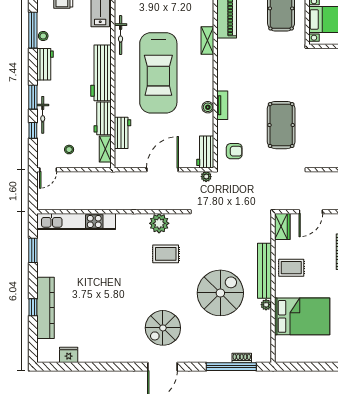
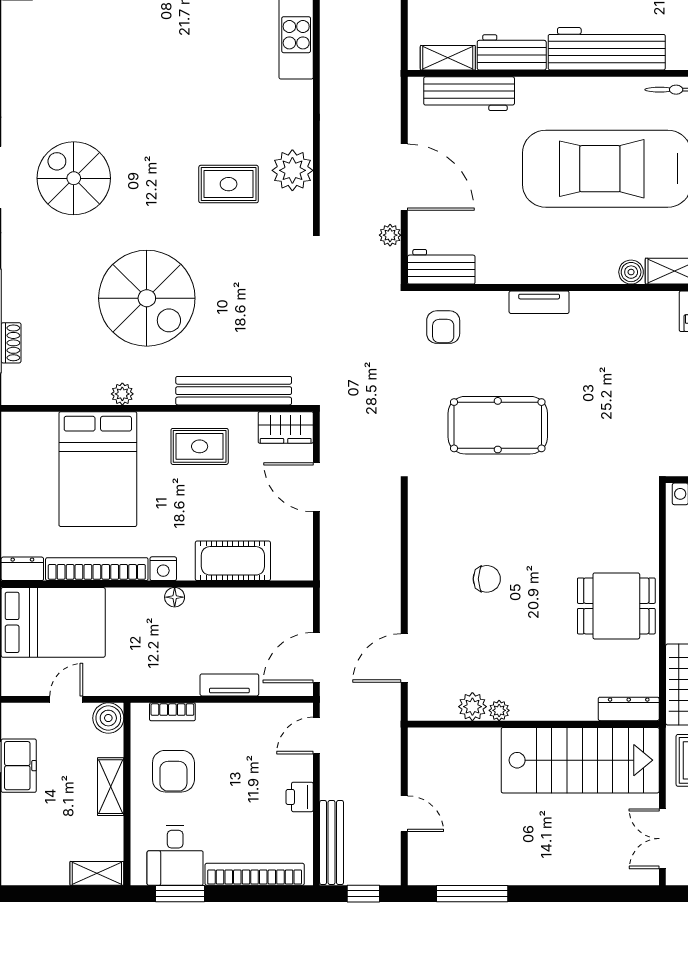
boiler: (208, 107) -> (631, 272), moved
workbench: (122, 133) -> (469, 94), width x1.37
plant: (206, 177) -> (390, 235), moved
rug: (166, 254) -> (229, 184), turned 90
rug: (291, 268) -> (200, 446), turned 90
bench: (265, 271) -> (234, 391), moved

